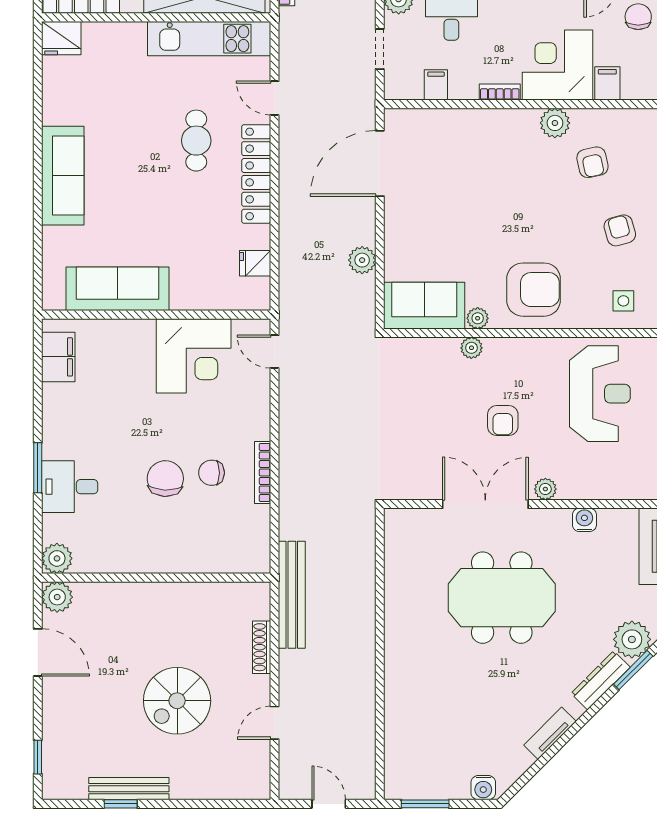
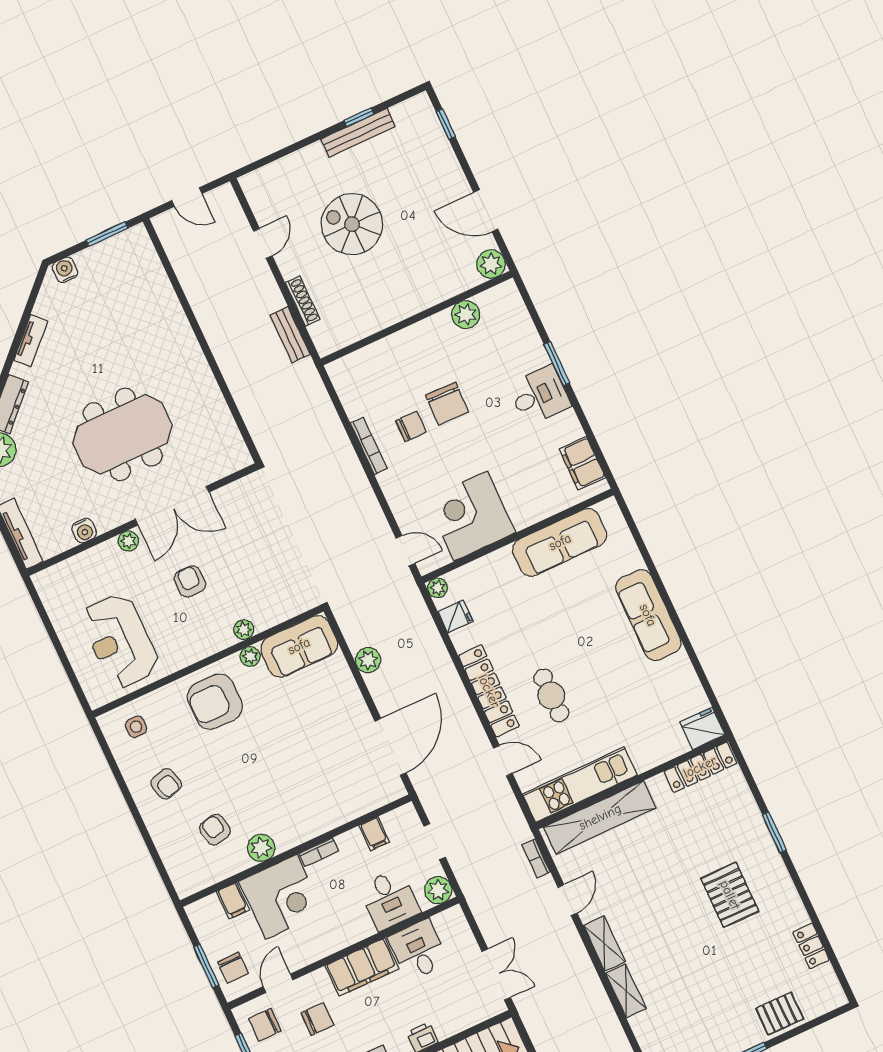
plant: (260, 300) -> (437, 588), added
desk: (70, 487) -> (539, 395), moved
plant: (57, 558) -> (466, 315), moved
bench: (292, 595) -> (290, 335), width x0.54, depth x0.82
spiral stairs: (177, 701) -> (352, 224), turned -90

